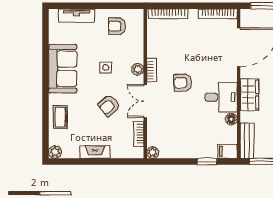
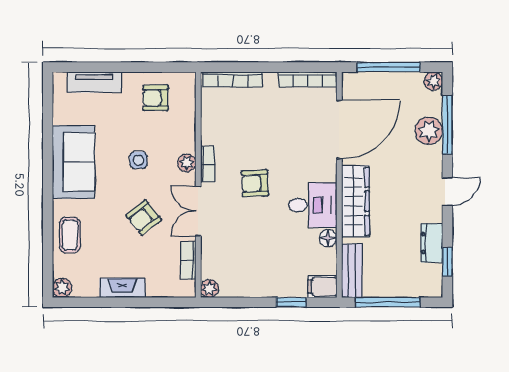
wardrobe: (249, 95) -> (355, 201), width x1.50

